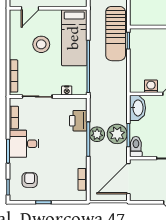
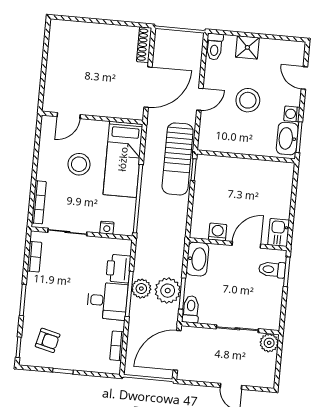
desk: (24, 144) -> (107, 301), moved, turned 180
armchair: (30, 180) -> (48, 340), turned 103

